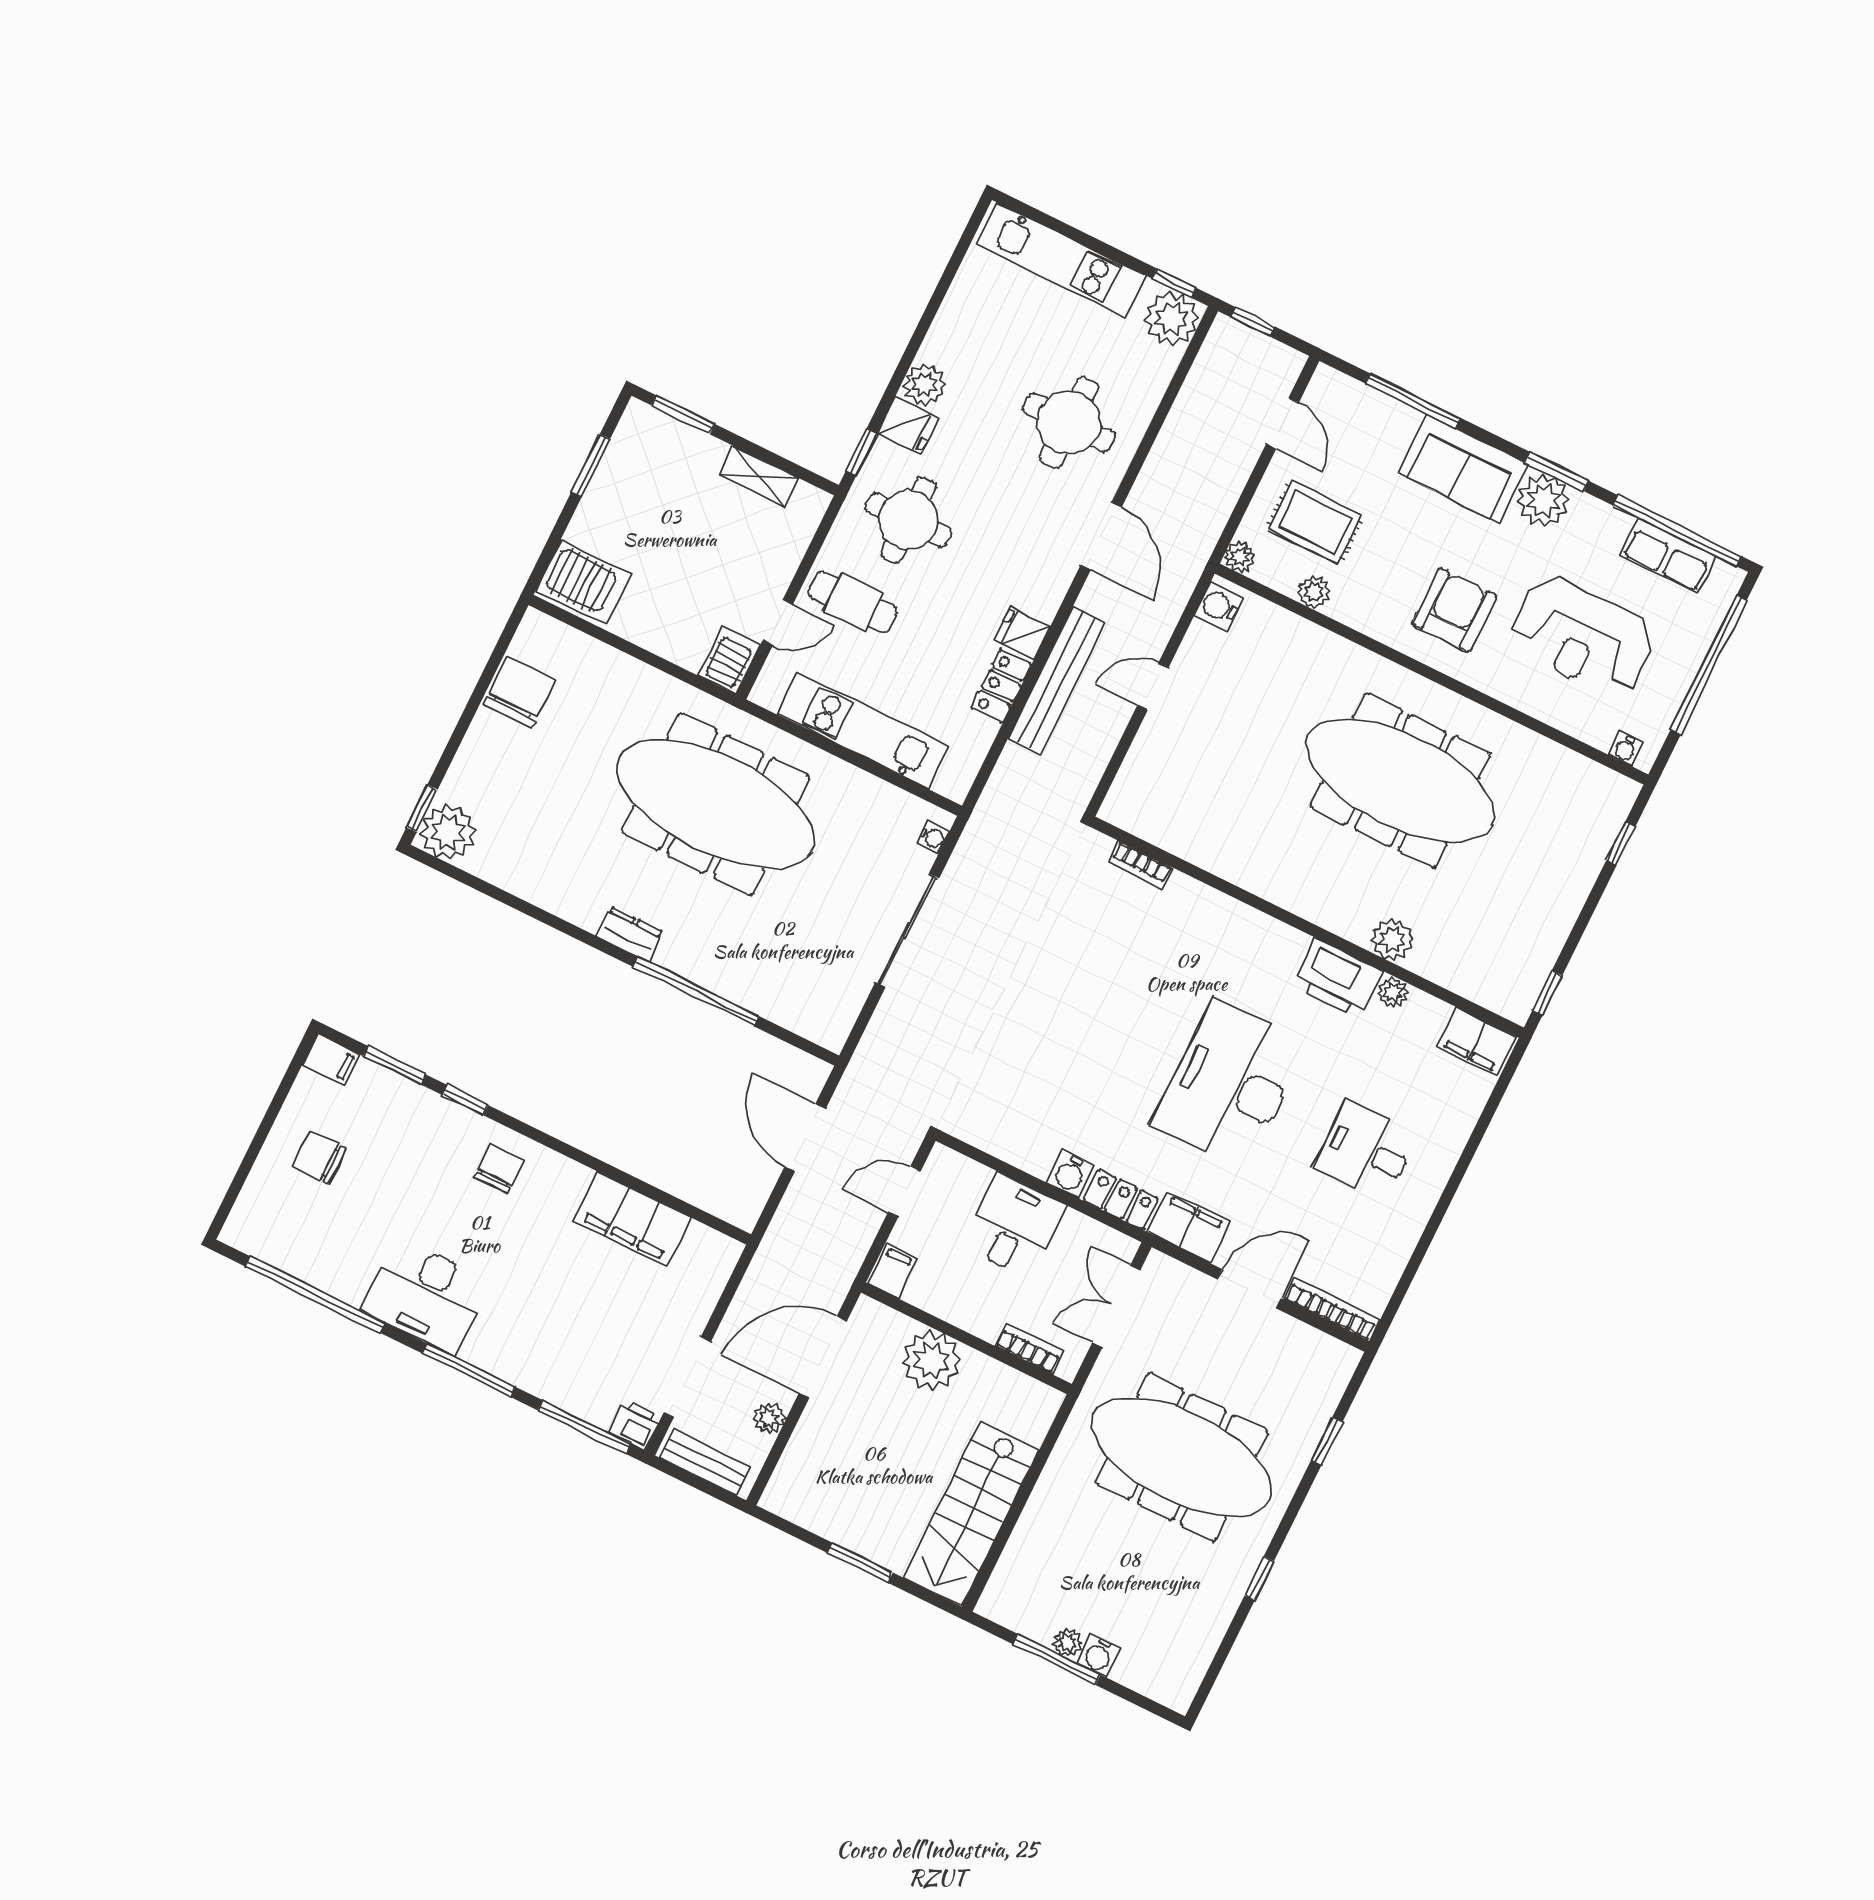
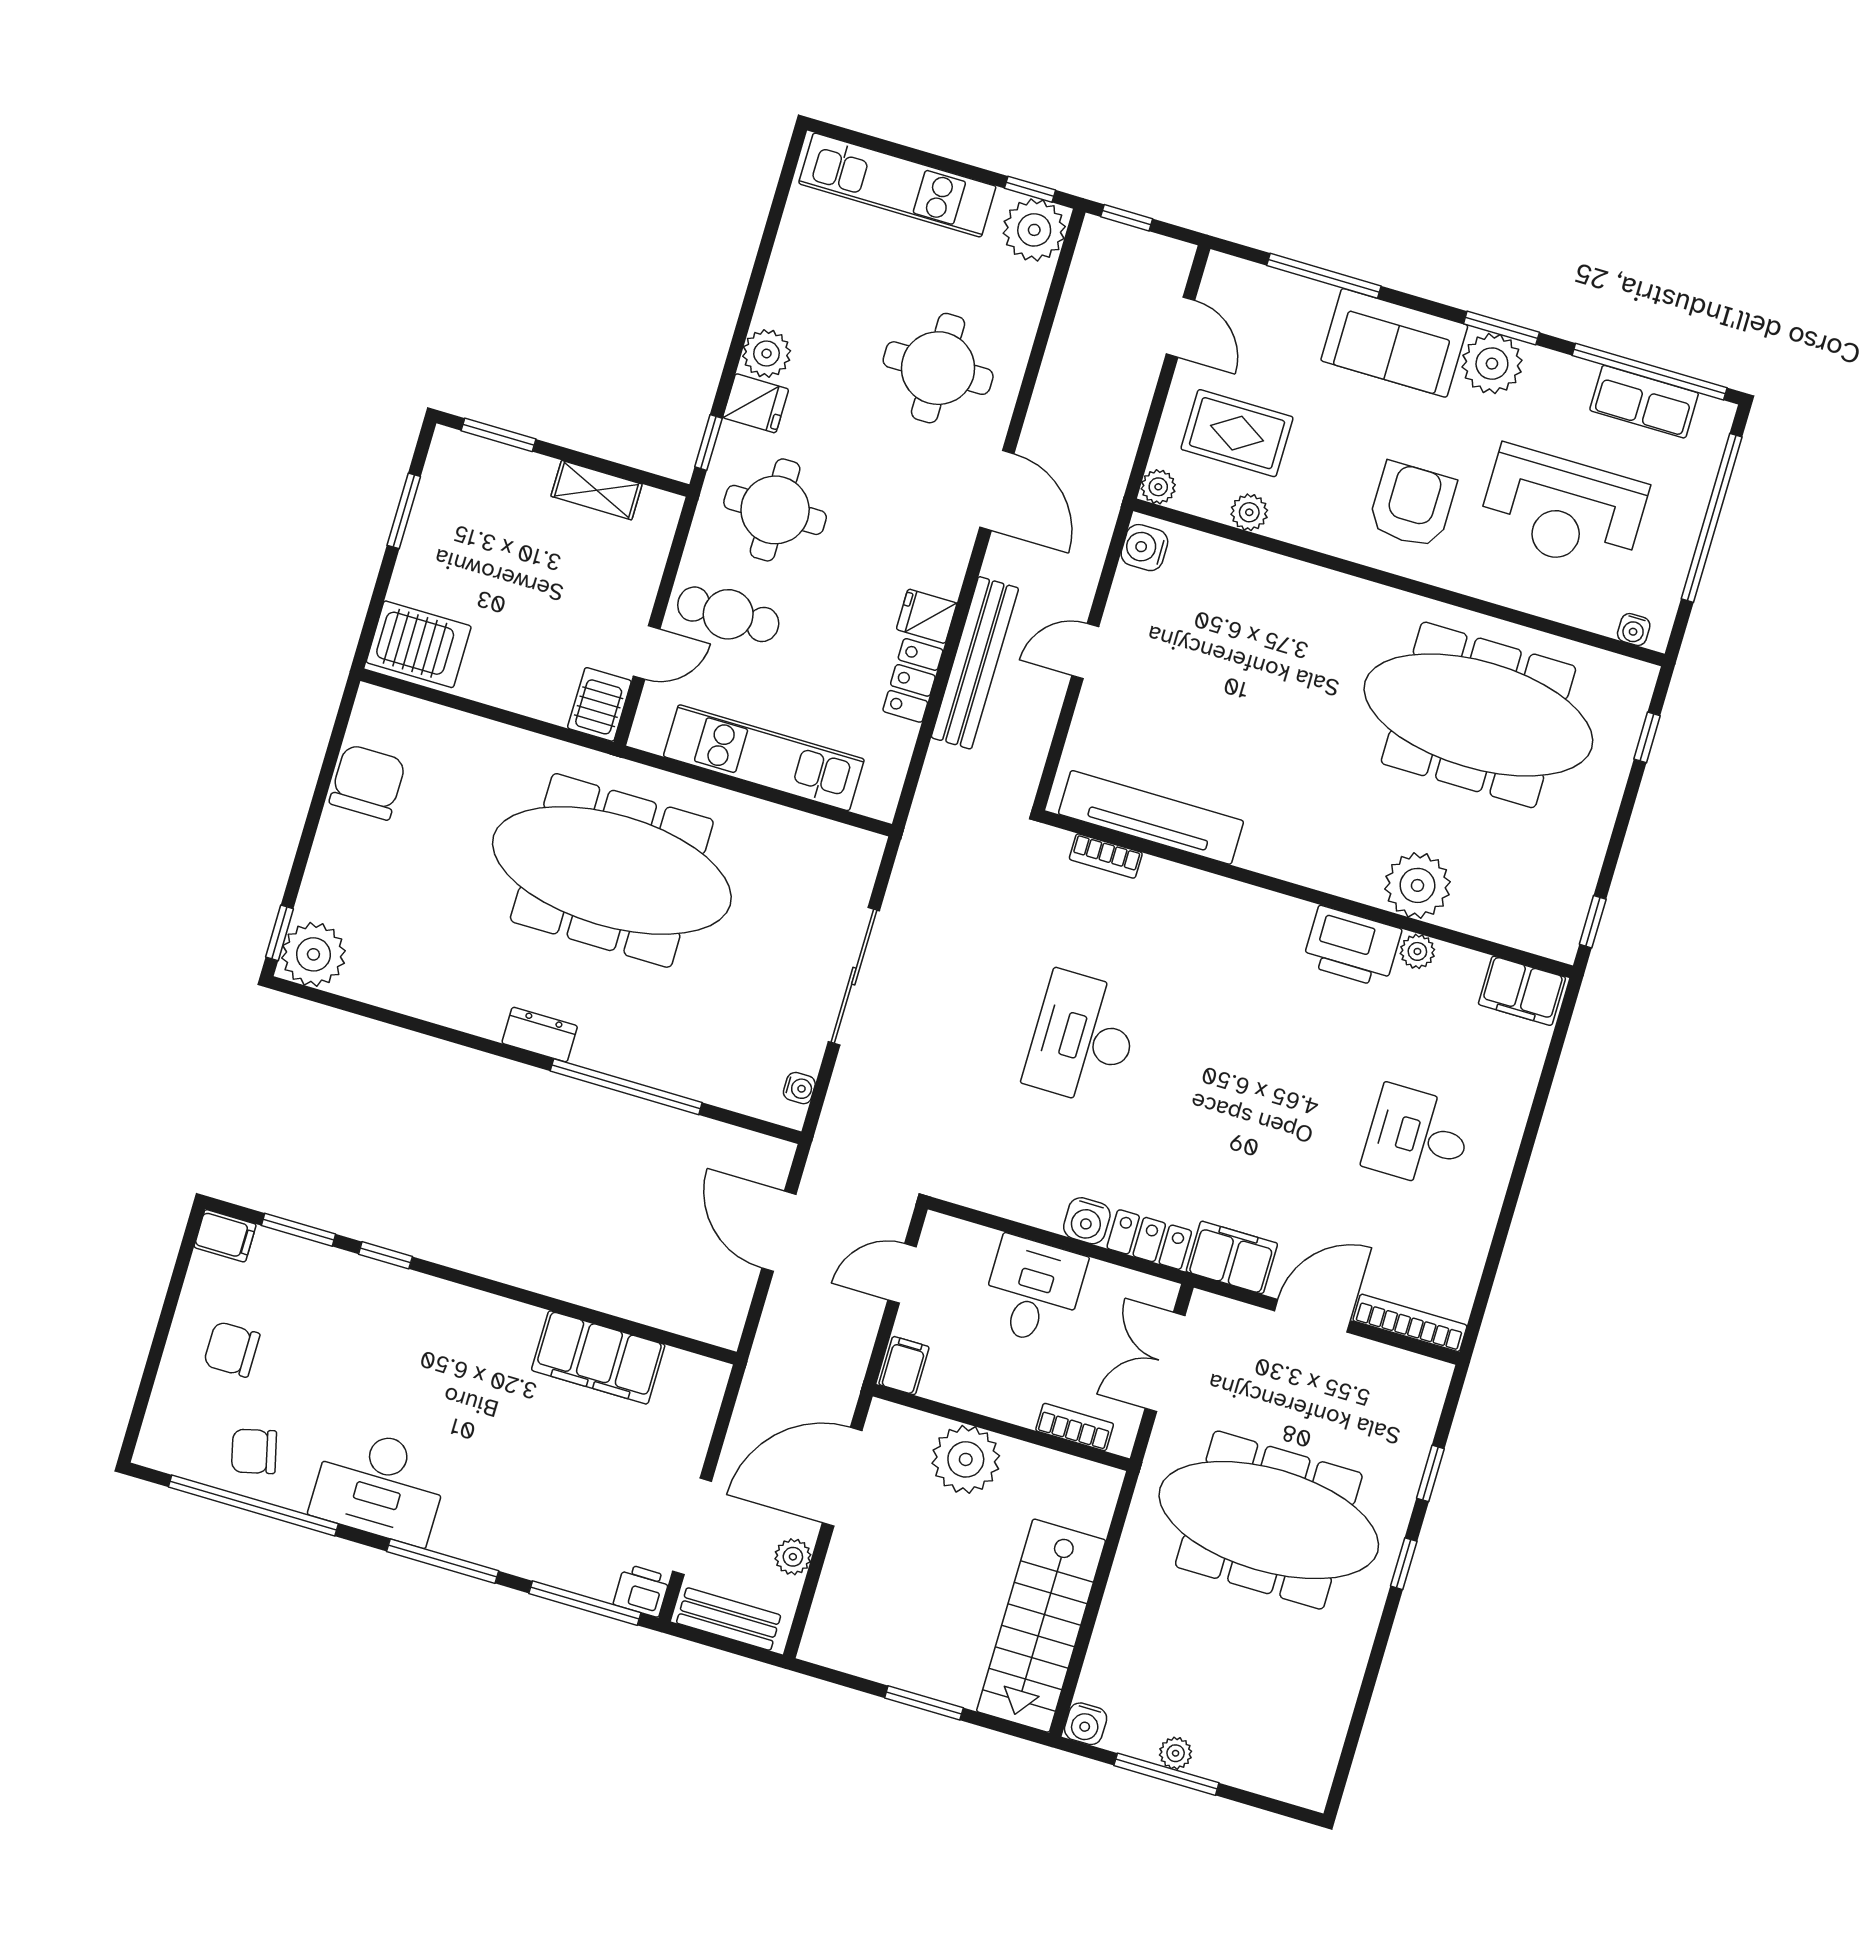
meeting table: (1400, 780) -> (1478, 715), moved
water cooler: (933, 837) -> (799, 1088), moved
tv unit: (1185, 838) -> (1151, 817), added
plant: (1392, 940) -> (1417, 885), width x1.36, depth x1.36
desk: (1230, 1084) -> (1083, 1038), moved, width x0.73, depth x0.77
chair: (499, 1168) -> (254, 1451), moved, turned -104
window: (1259, 1578) -> (1404, 1564), moved
water cooler: (1099, 1655) -> (1086, 1724), moved

